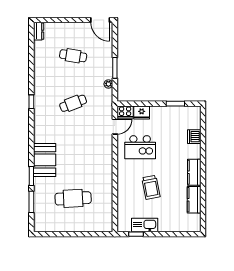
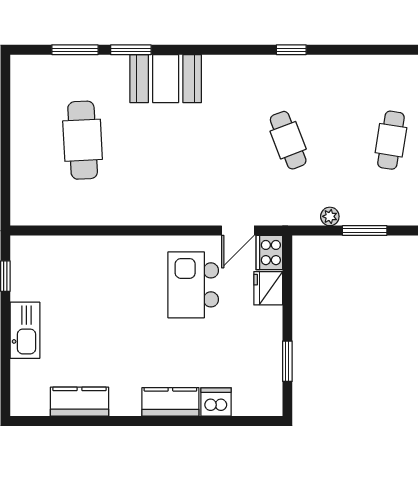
door: (115, 127) -> (238, 231), hinge flipped
kitchen counter: (194, 172) -> (170, 402), moved
trolley: (151, 187) -> (106, 308), removed
kitchen sink: (145, 225) -> (25, 330), moved

